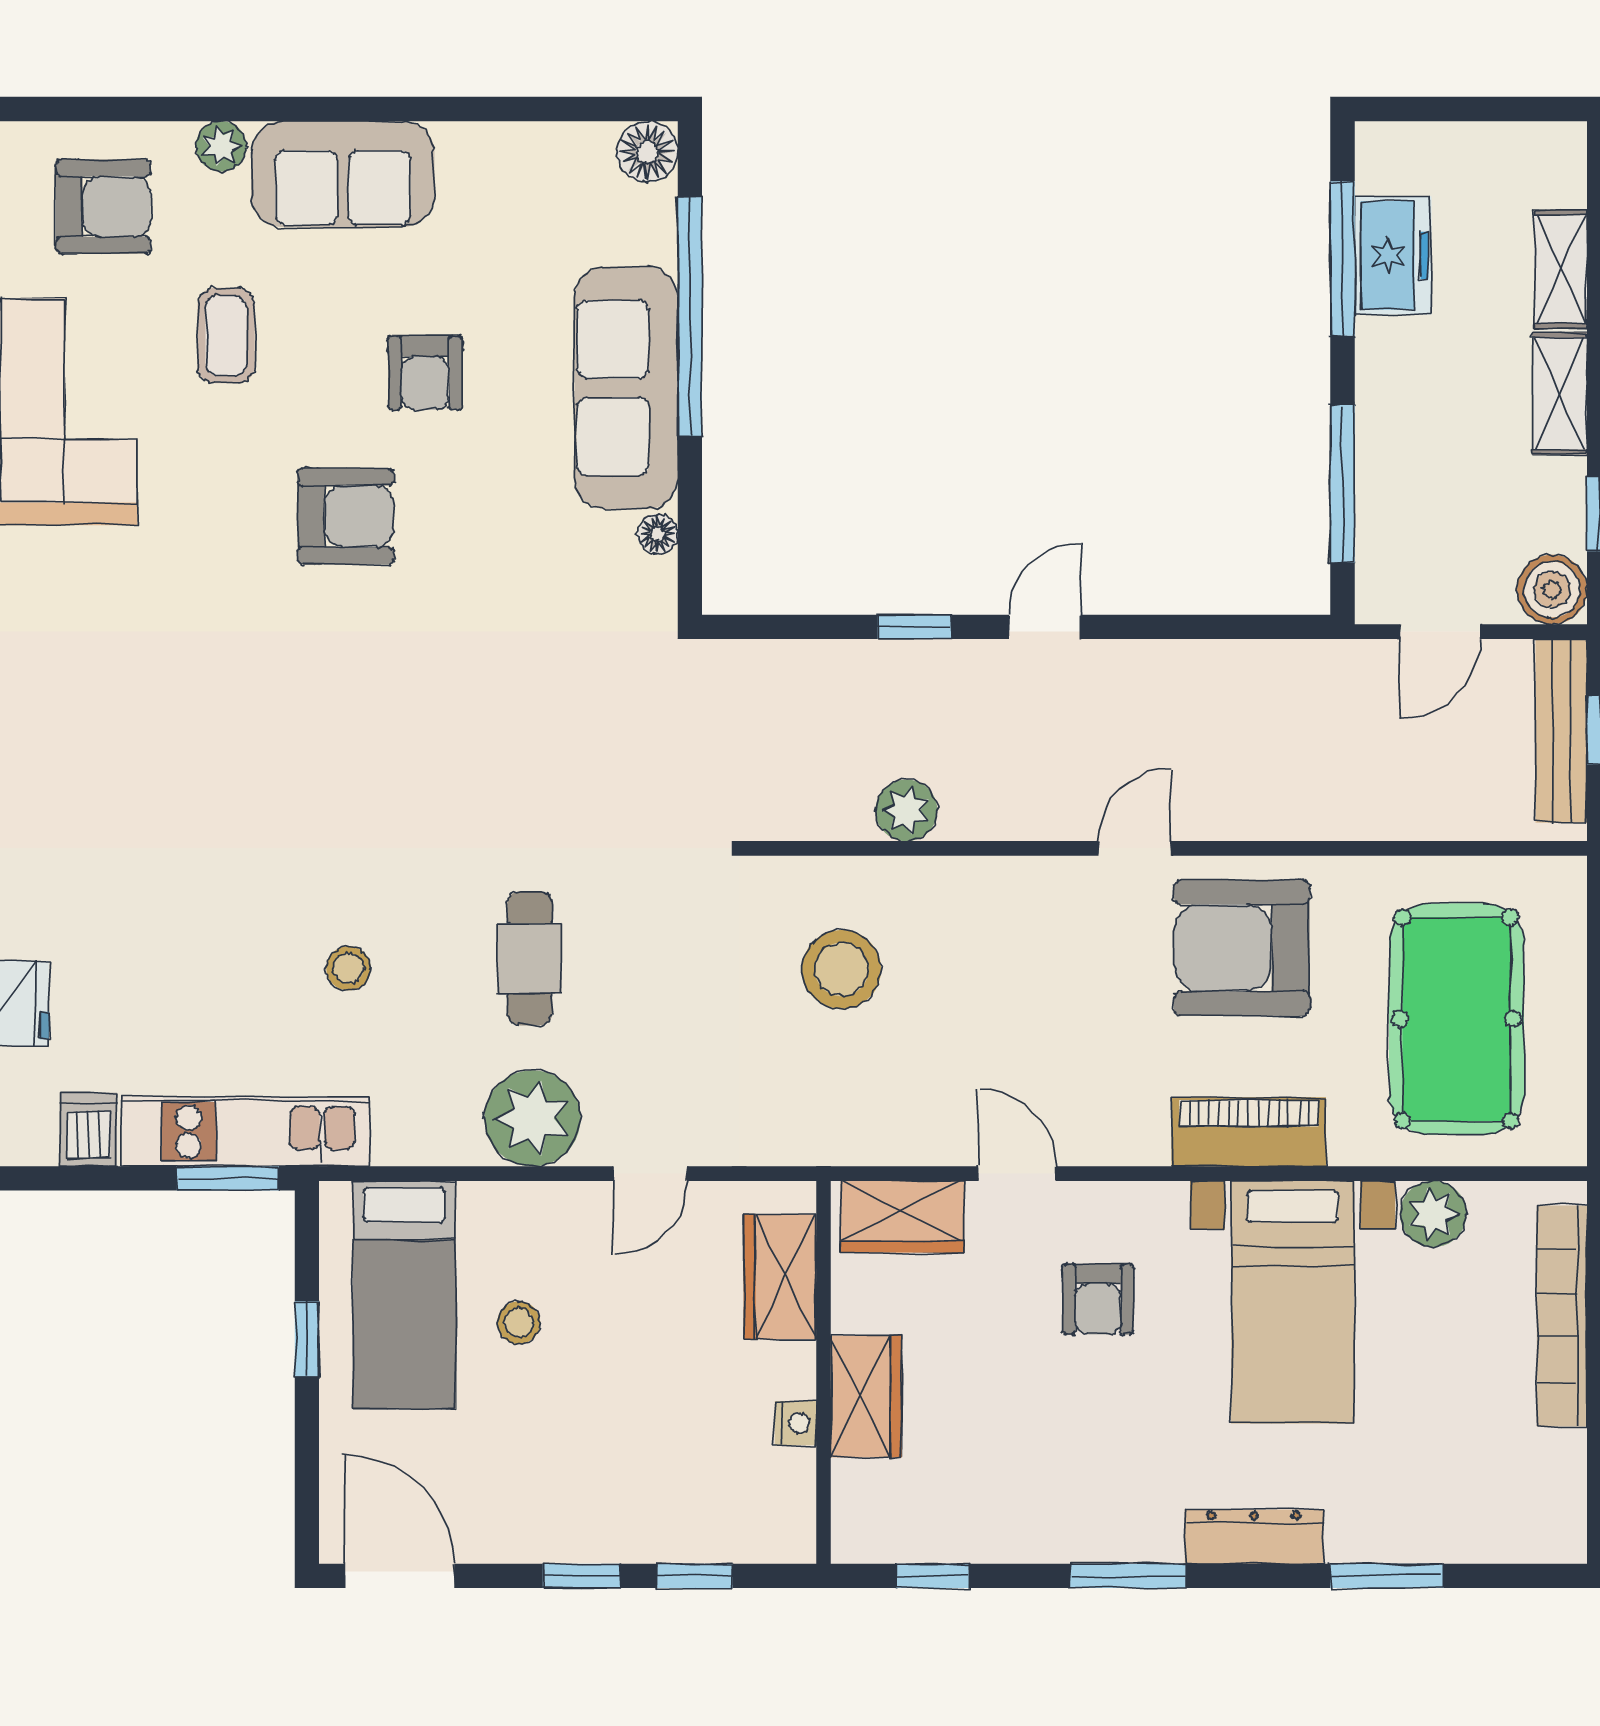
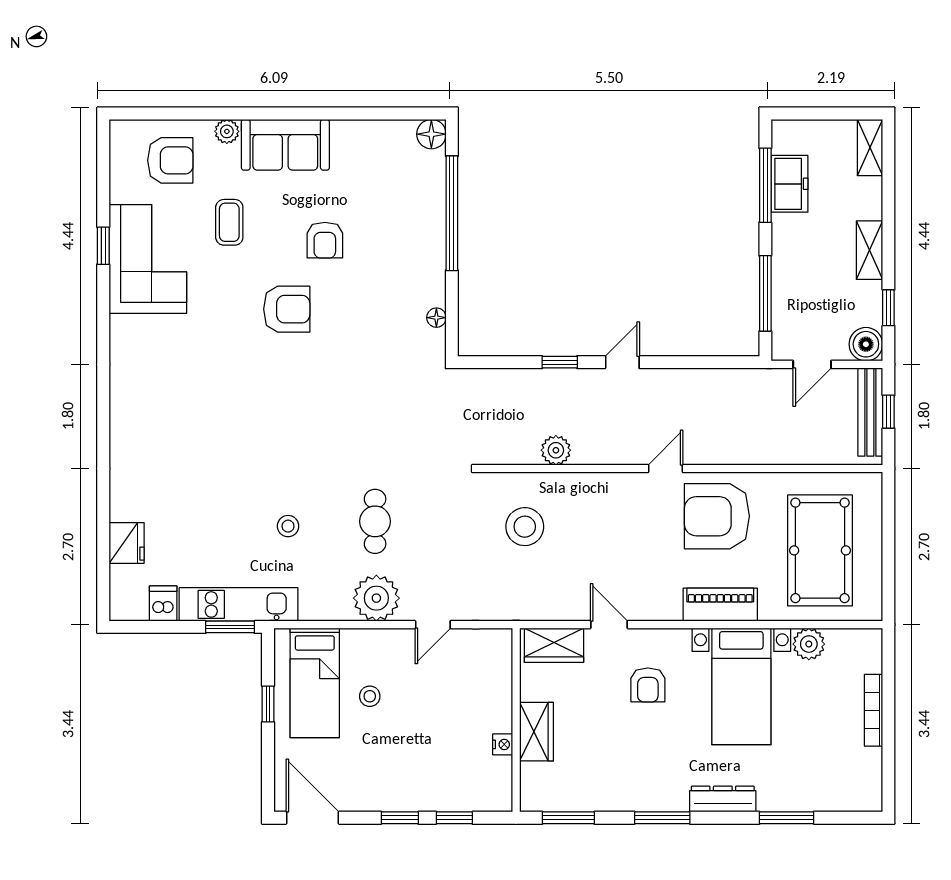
shelving: (1561, 269) -> (870, 147), moved
sofa: (626, 388) -> (421, 247), removed
wardrobe: (780, 1277) -> (495, 674), removed
bookcase: (1562, 1316) -> (873, 710), width x0.68, depth x0.76
window: (932, 1576) -> (568, 818), width x1.50

